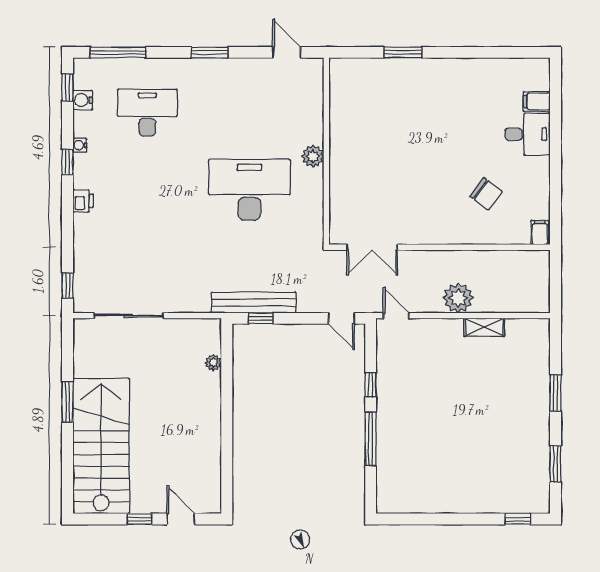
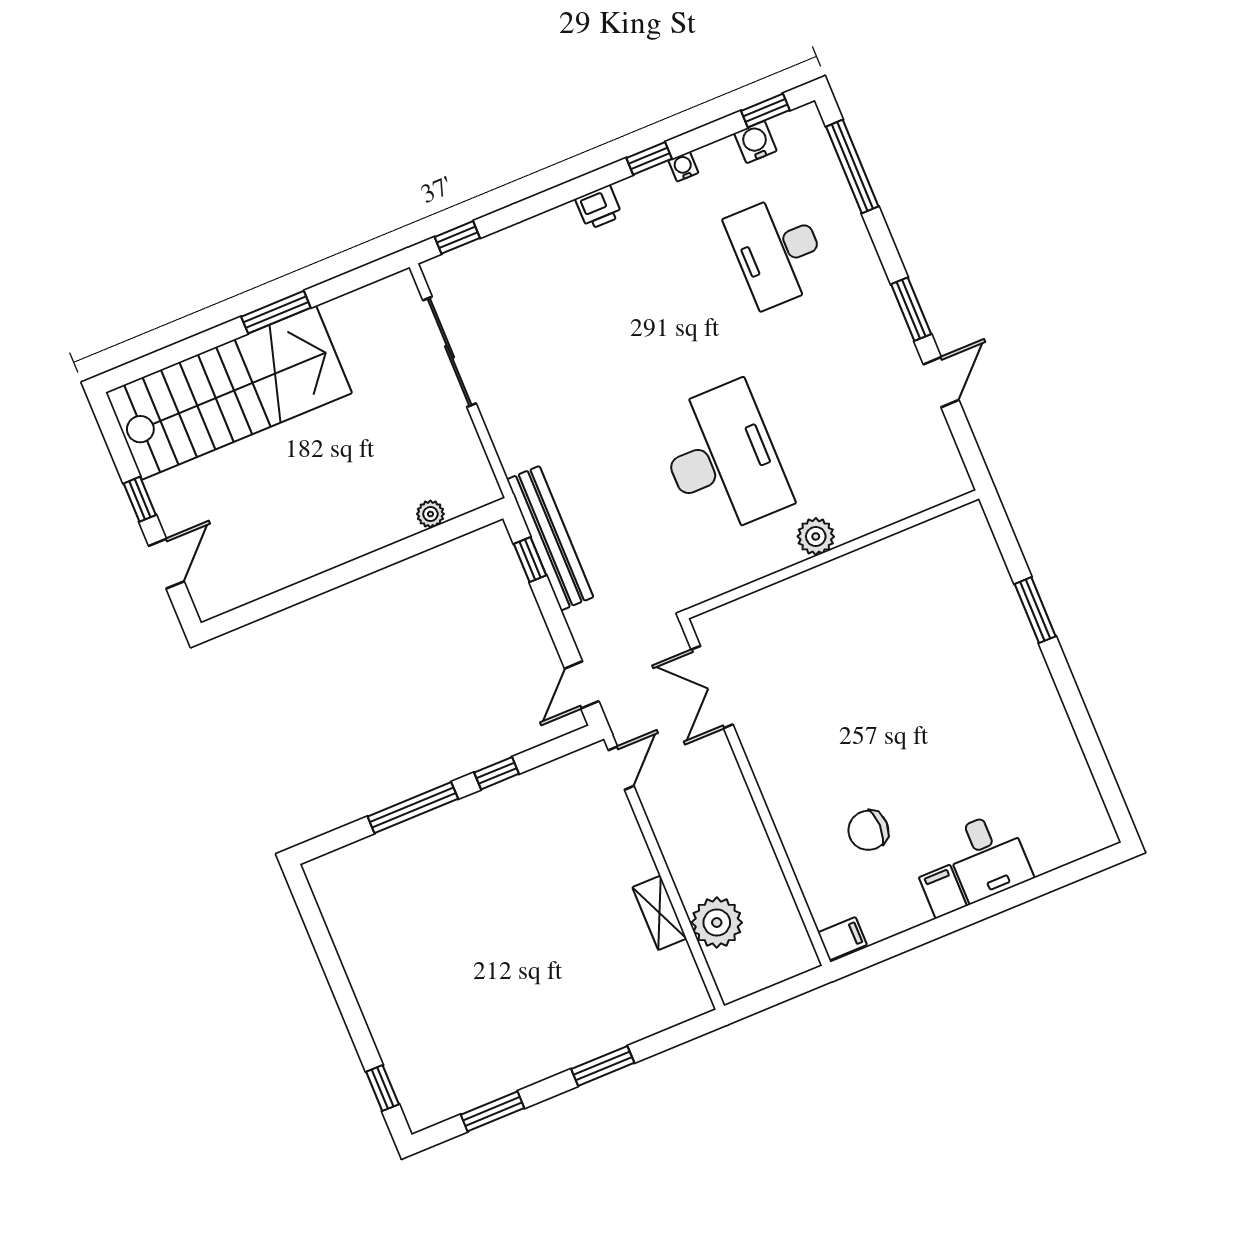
door: (287, 52) -> (941, 382), moved
filing cabinet: (537, 101) -> (943, 892), moved
desk: (147, 113) -> (777, 251), turned 180
chair: (486, 194) -> (868, 830), turned 53
plant: (458, 298) -> (717, 923), moved

